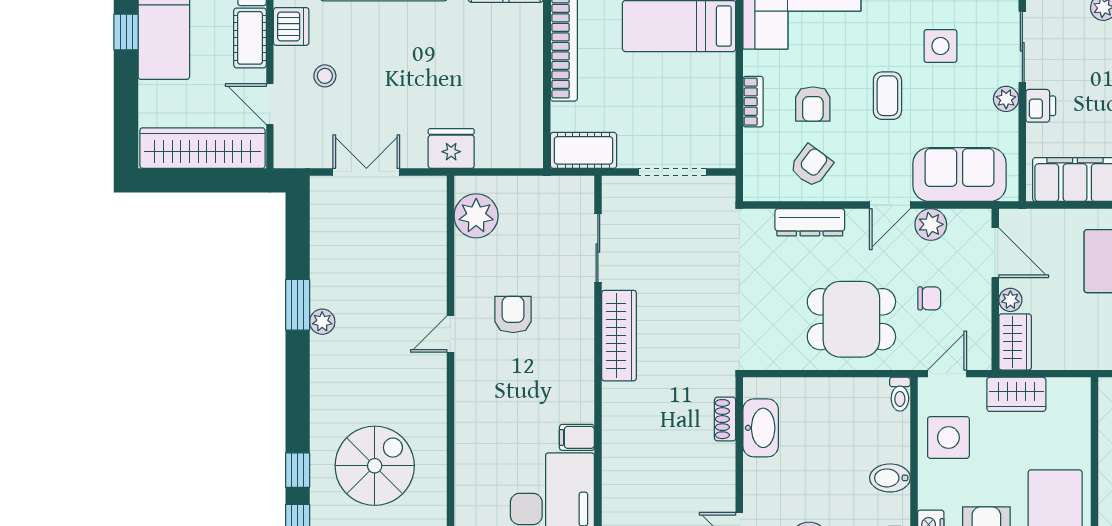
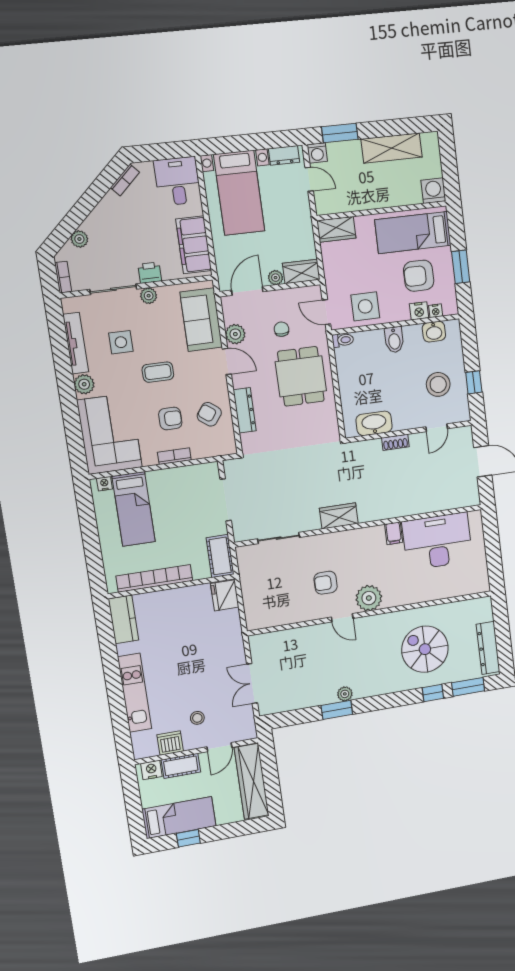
fridge: (451, 149) -> (225, 595), moved
plant: (476, 216) -> (369, 598), moved
wardrobe: (619, 336) -> (339, 516), width x0.67
wardrobe: (1016, 394) -> (336, 229), moved, turned 90
shoe rack: (725, 419) -> (395, 442), moved

